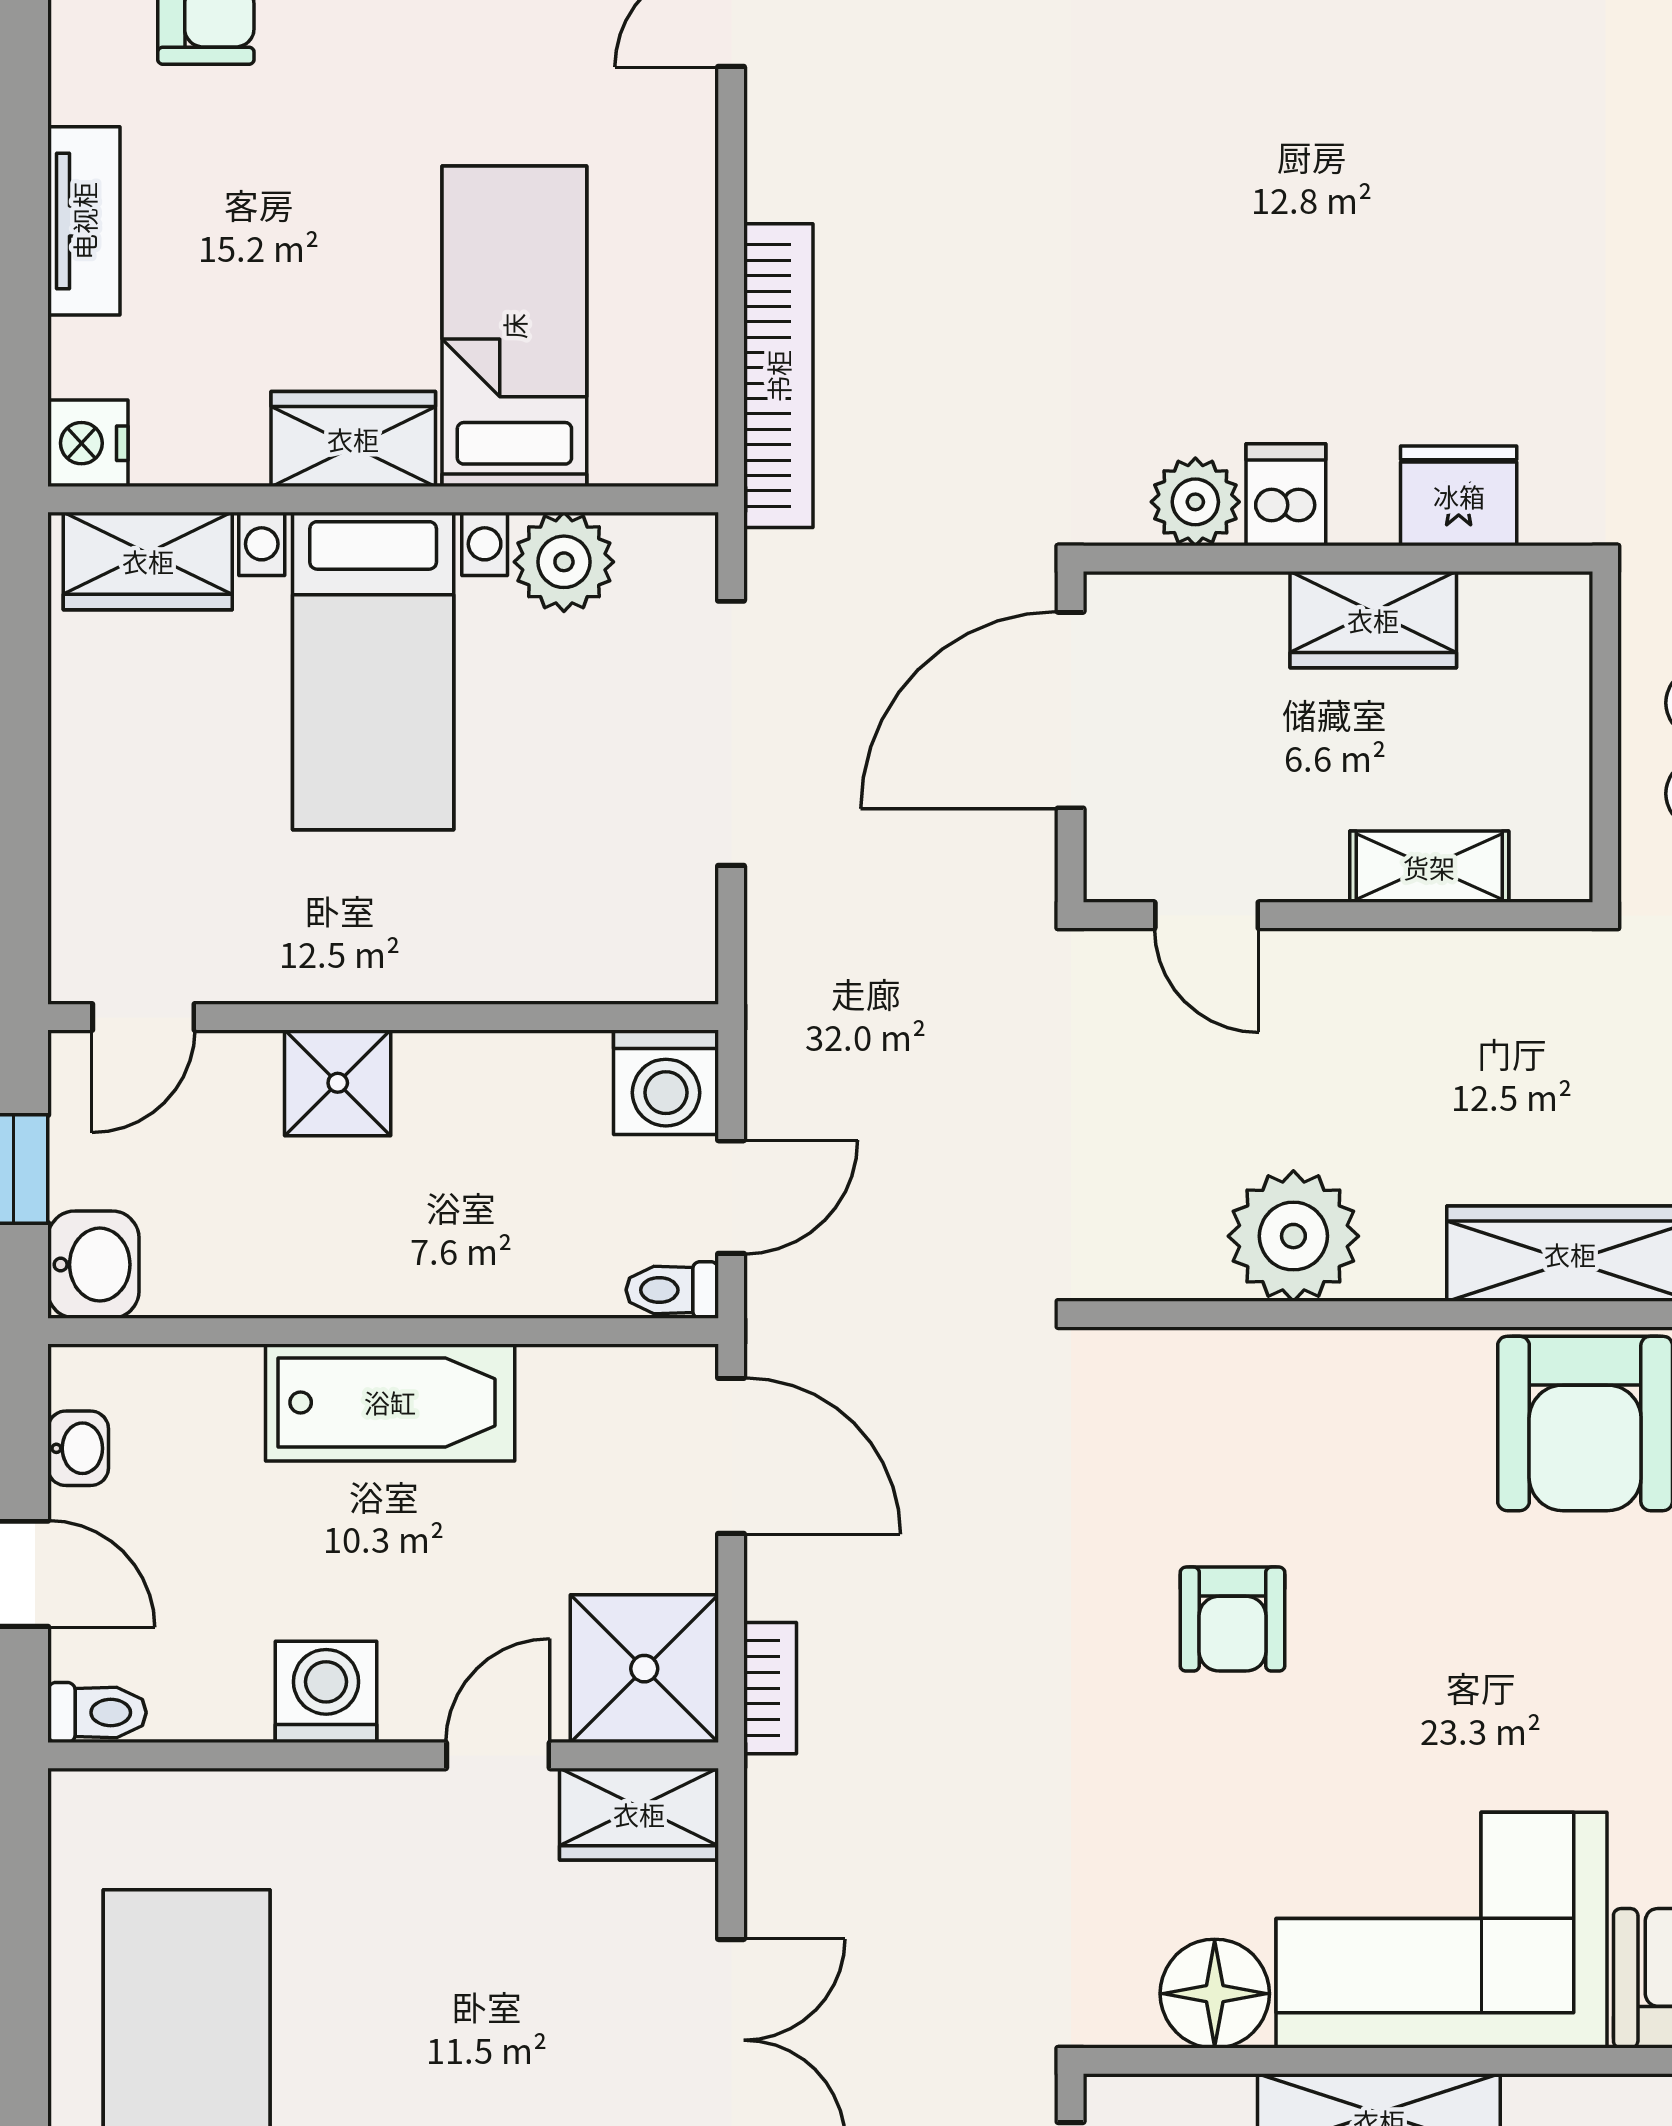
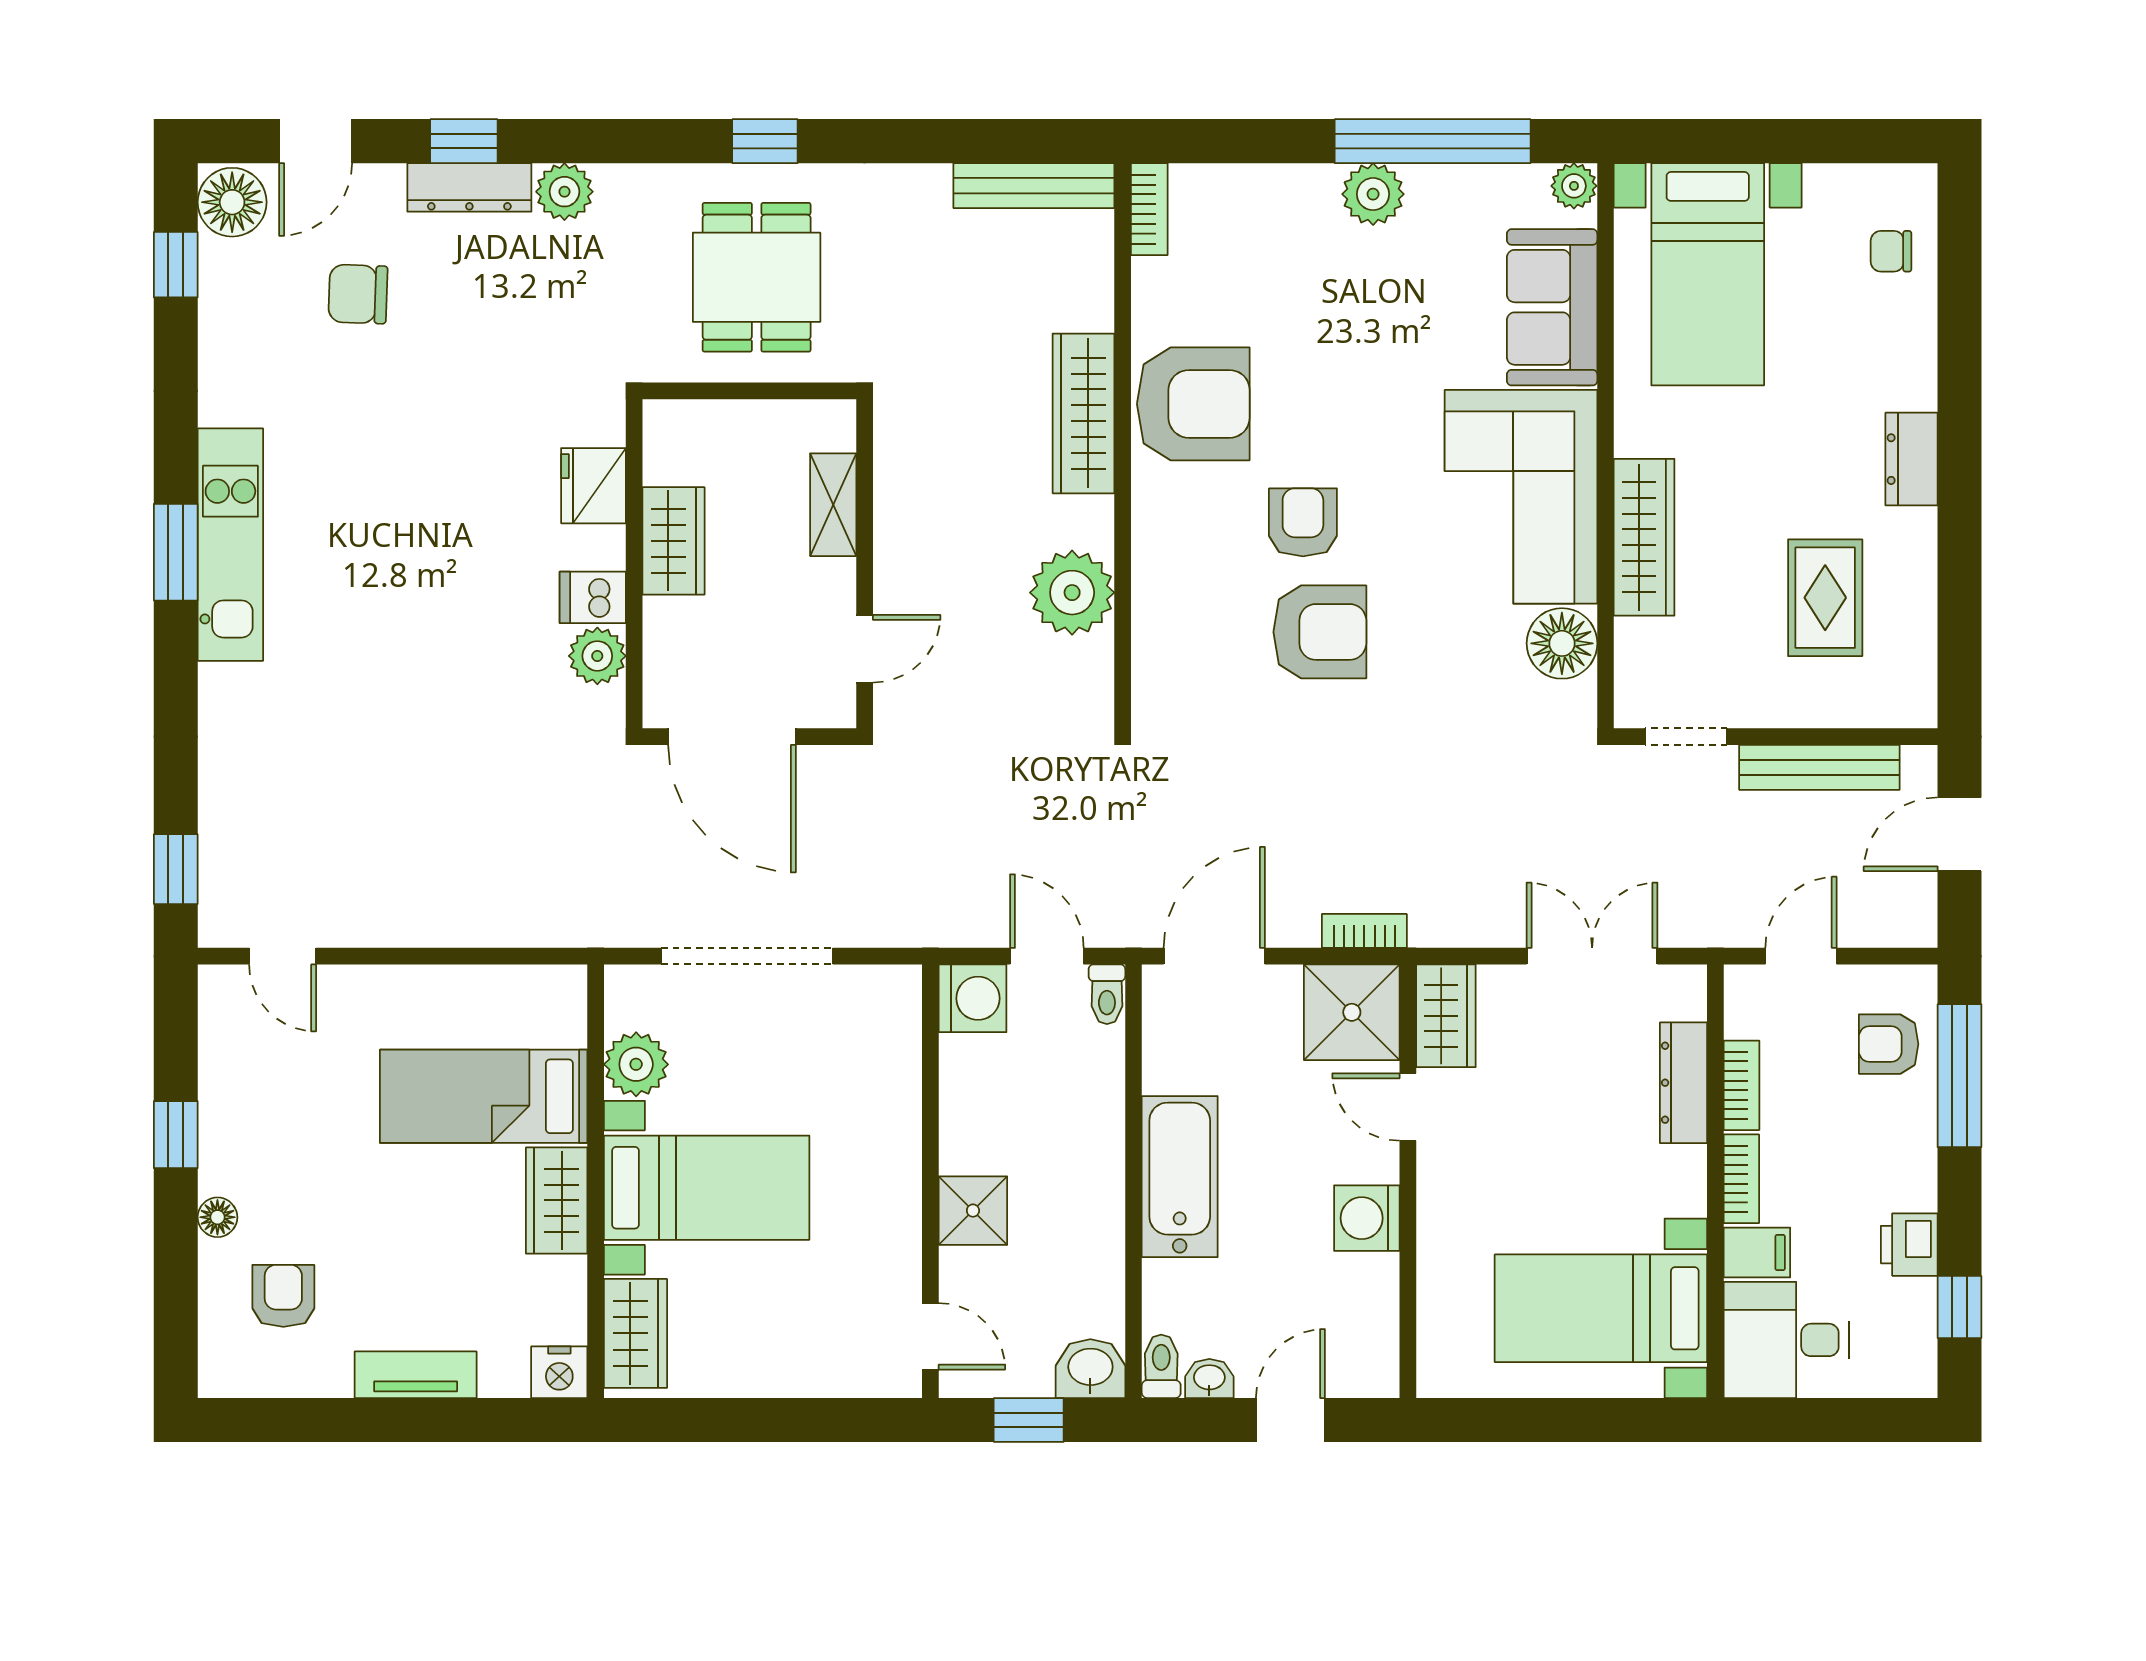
bookcase: (778, 376) -> (516, 926), removed
armchair: (1402, 1593) -> (1303, 522), added
armchair: (1233, 1619) -> (1320, 632), width x1.38, depth x1.38
toilet: (97, 1713) -> (1161, 1366), moved

